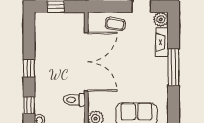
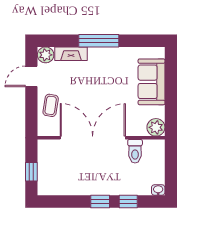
window: (29, 105) -> (128, 201), moved

